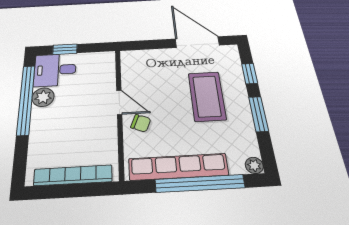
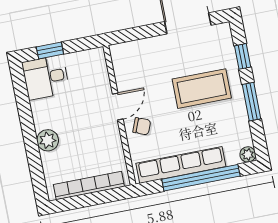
coffee table: (207, 96) -> (202, 89), turned 90
plant: (43, 97) -> (48, 140), moved
window: (26, 99) -> (26, 115), removed
door: (119, 102) -> (118, 107), hinge flipped

